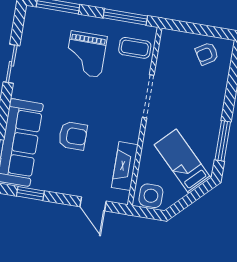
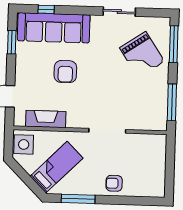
coffee table: (135, 48) -> (147, 114), removed
grand piano: (86, 54) -> (142, 55), moved, turned -124
armchair: (207, 54) -> (114, 183), moved, turned -58

